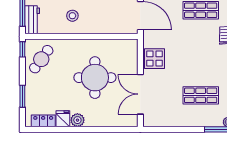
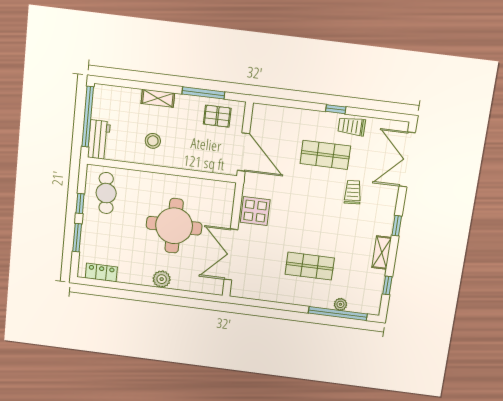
window: (22, 49) -> (80, 204), moved
cafe table: (41, 59) -> (106, 193), turned -41
fridge: (63, 119) -> (127, 273), removed
plant: (77, 120) -> (162, 279), moved

